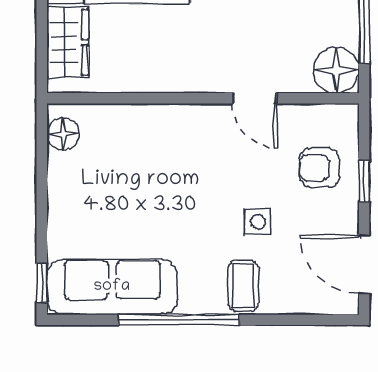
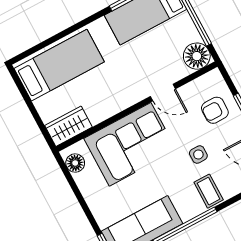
wardrobe: (68, 42) -> (68, 126), moved, turned -90
corner sofa: (162, 151) -> (130, 144), added

